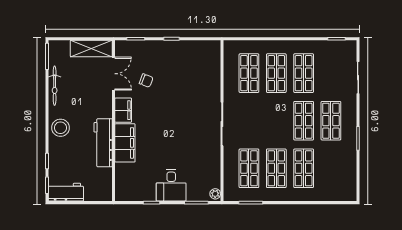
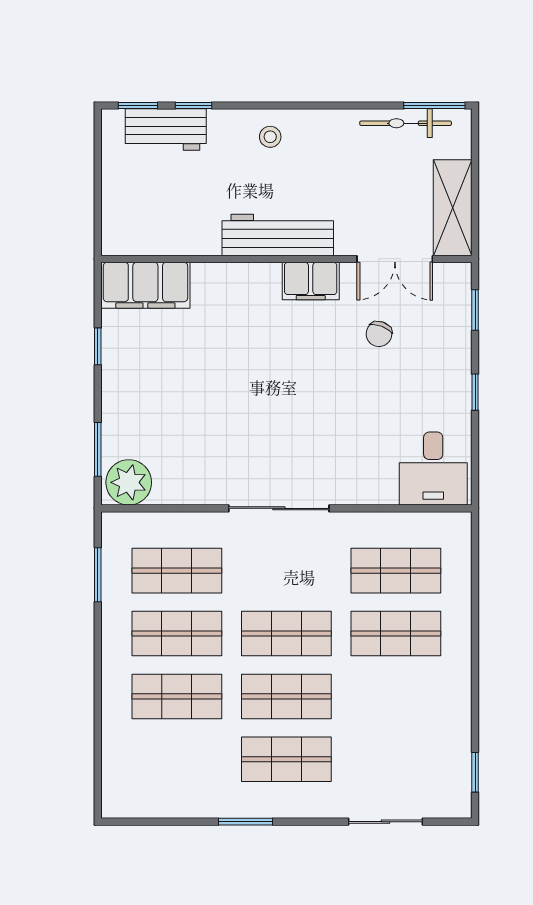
shop shelf: (304, 73) -> (286, 634), moved
bicycle: (55, 86) -> (406, 123), moved
stool: (60, 128) -> (270, 137), width x0.53, depth x0.53
workbench: (103, 143) -> (278, 235), moved
filing cabinet: (125, 143) -> (145, 285), moved
desk: (171, 185) -> (433, 469), moved, turned -90
workbench: (66, 192) -> (166, 130), moved, turned 90
plant: (215, 194) -> (129, 482), width x1.87, depth x1.87

